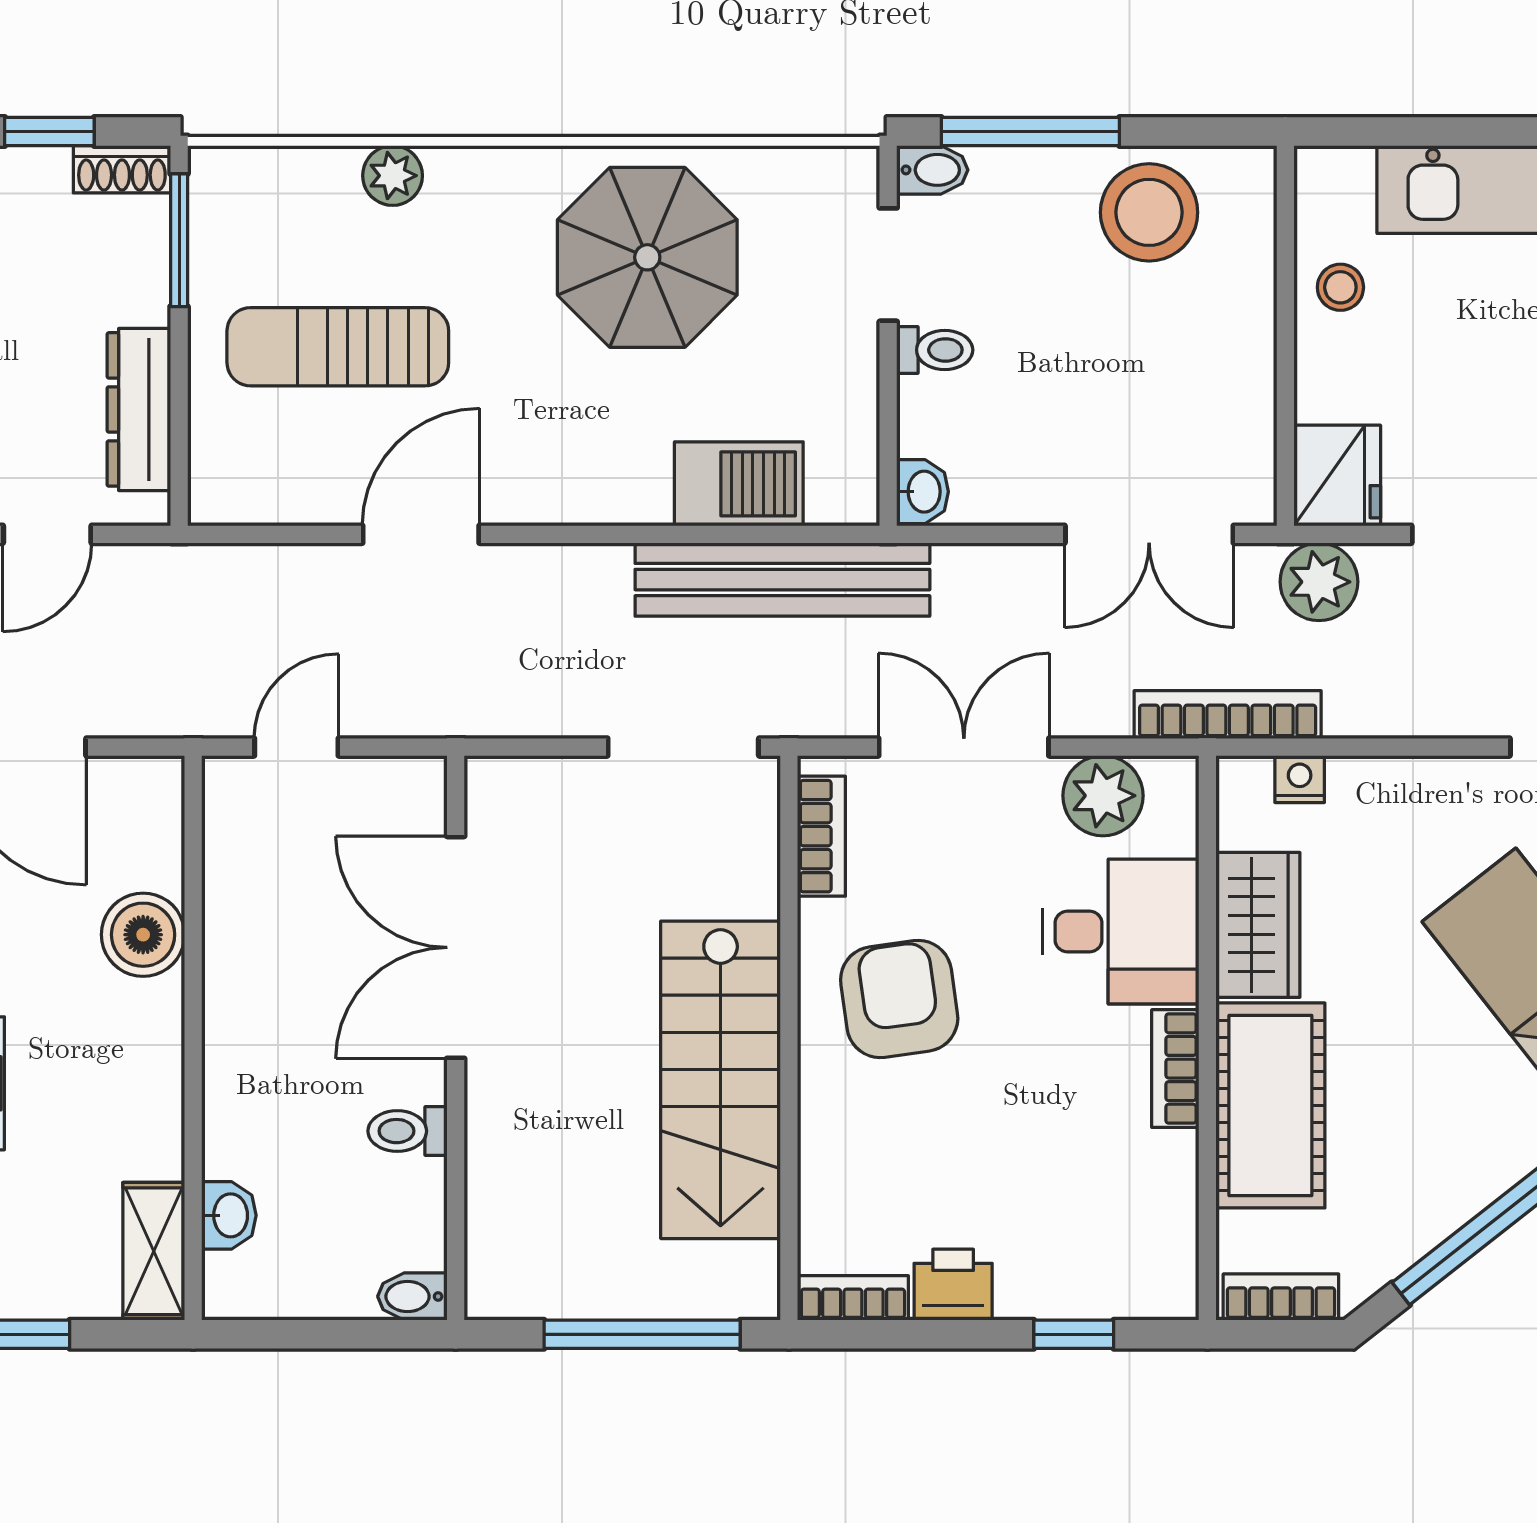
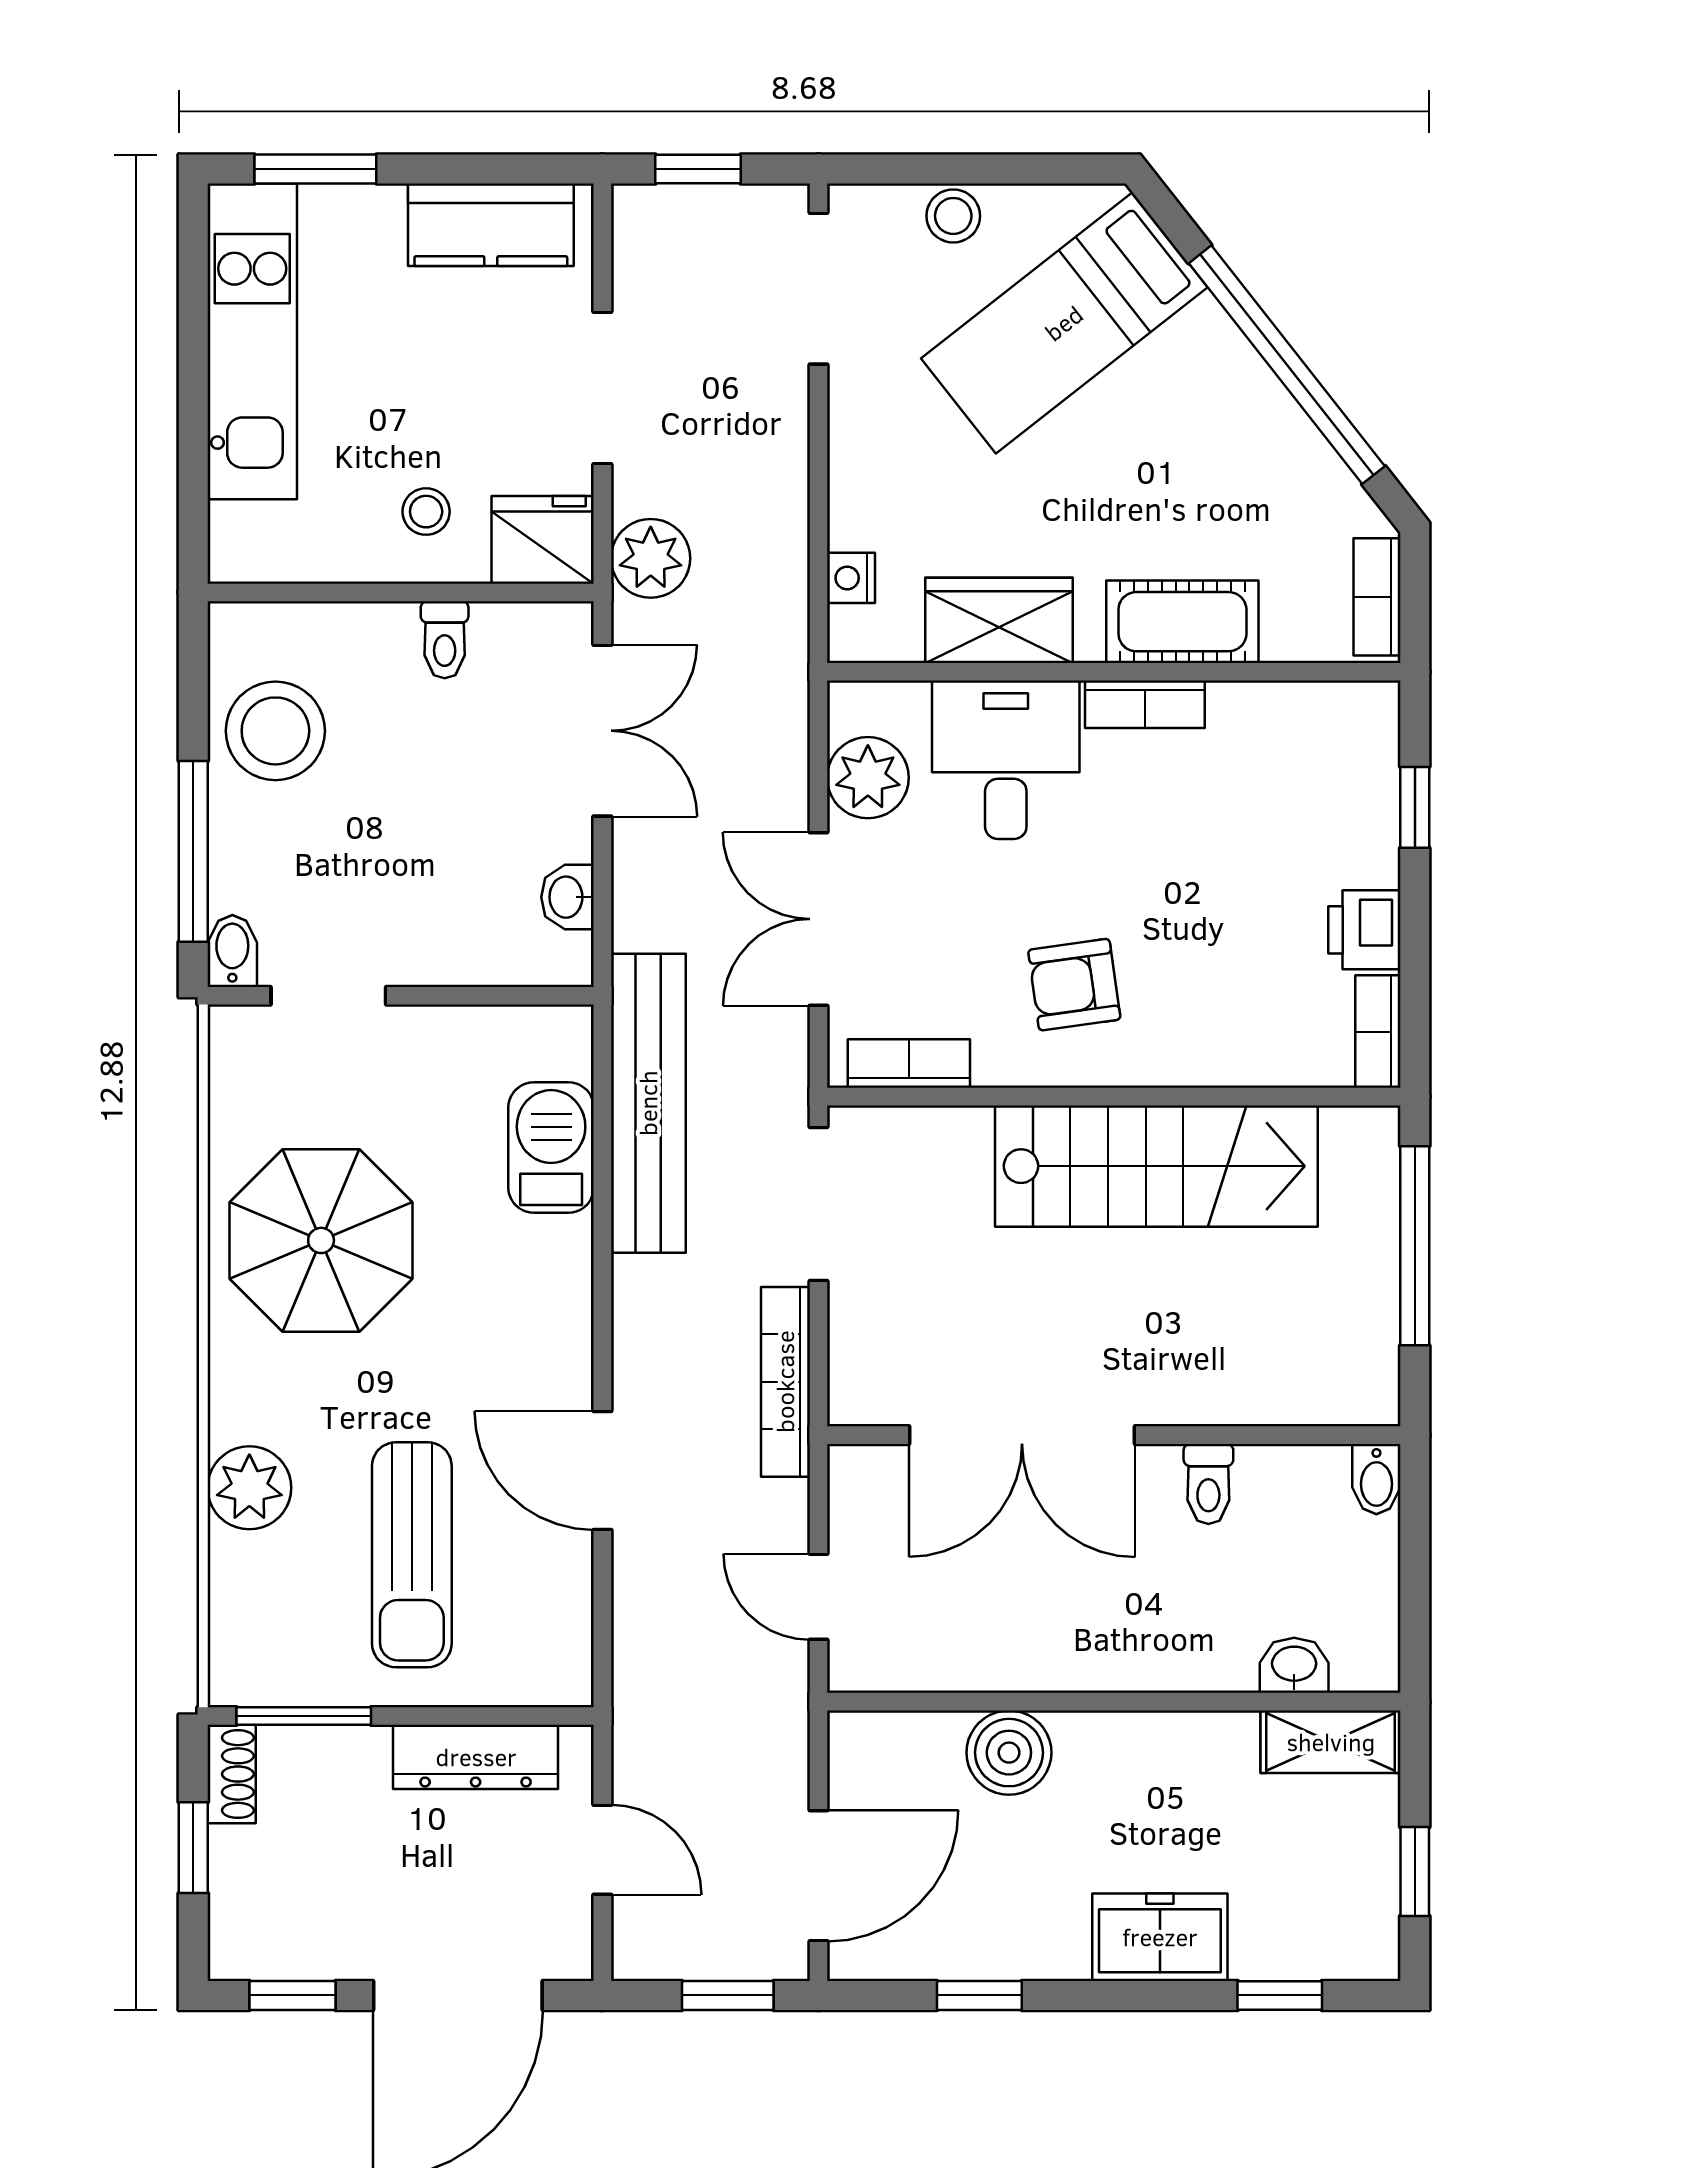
plant: (393, 176) -> (249, 1488), width x1.38, depth x1.38
stool: (1340, 287) -> (426, 512), moved
toilet: (935, 350) -> (445, 640), moved, turned 180
washbasin: (923, 492) -> (568, 897), moved, turned -90
bookcase: (1228, 715) -> (785, 1382), moved
armchair: (899, 999) -> (1074, 985), width x0.72, depth x0.72
cot: (1270, 1105) -> (1182, 622), width x0.73, depth x0.75

